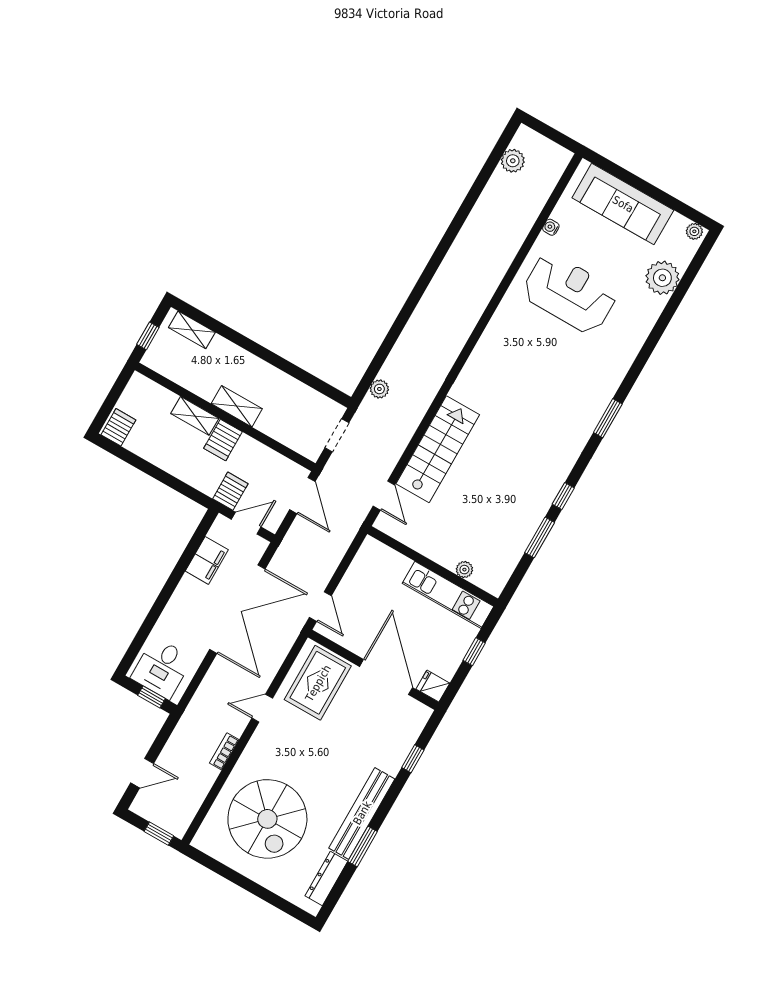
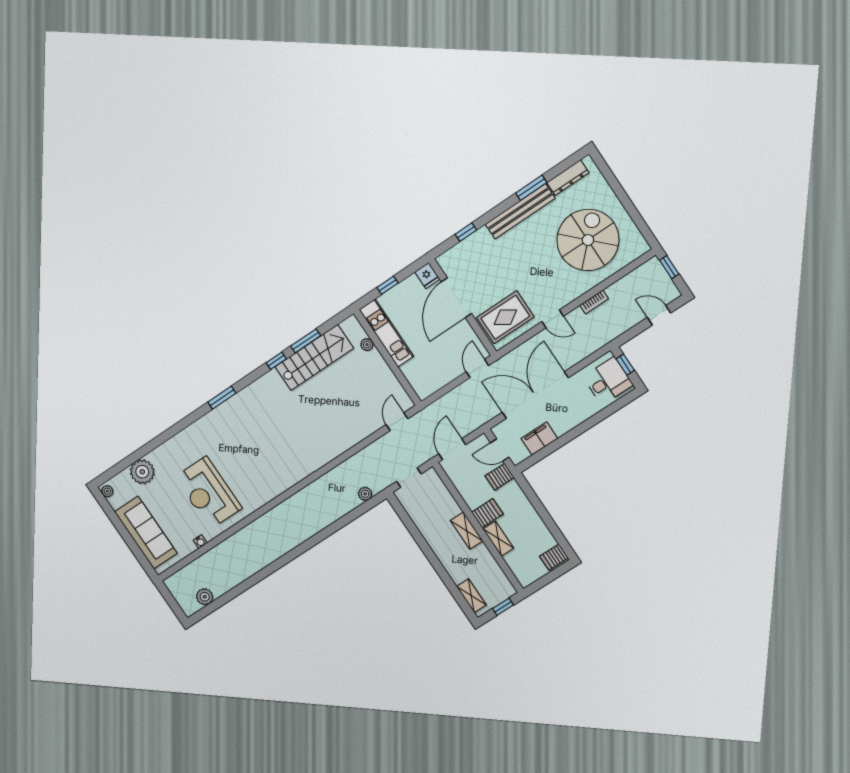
stairs: (438, 449) -> (314, 358), moved, turned 180

